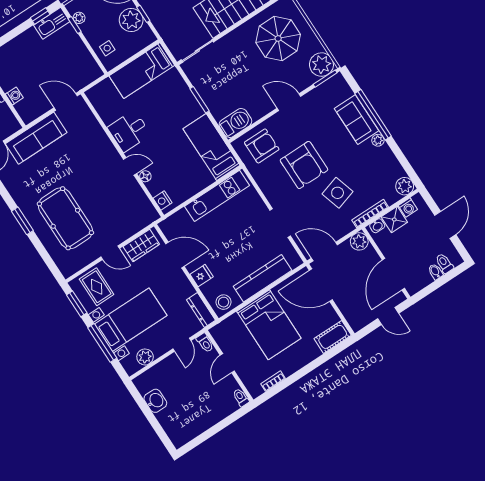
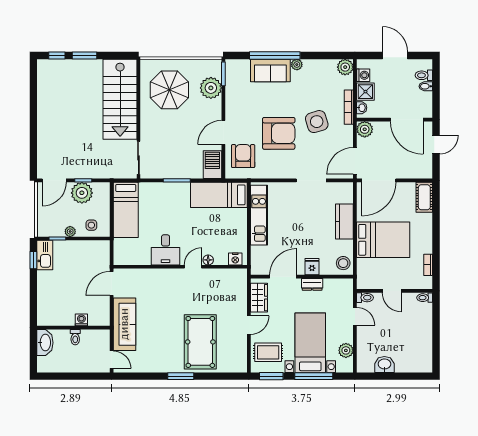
plant: (79, 18) -> (70, 231), moved
plant: (321, 65) -> (211, 88), moved
door: (289, 102) -> (223, 132), moved
pool table: (65, 218) -> (200, 342), turned 90
kitchen counter: (262, 278) -> (344, 222), width x0.67
dresser: (201, 310) -> (312, 284), moved, width x0.70

